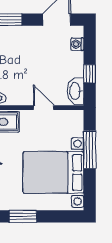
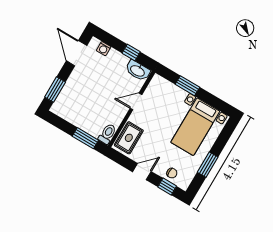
window: (90, 150) -> (187, 86), width x0.69
bed with nightstands: (53, 173) -> (195, 127), width x0.73

